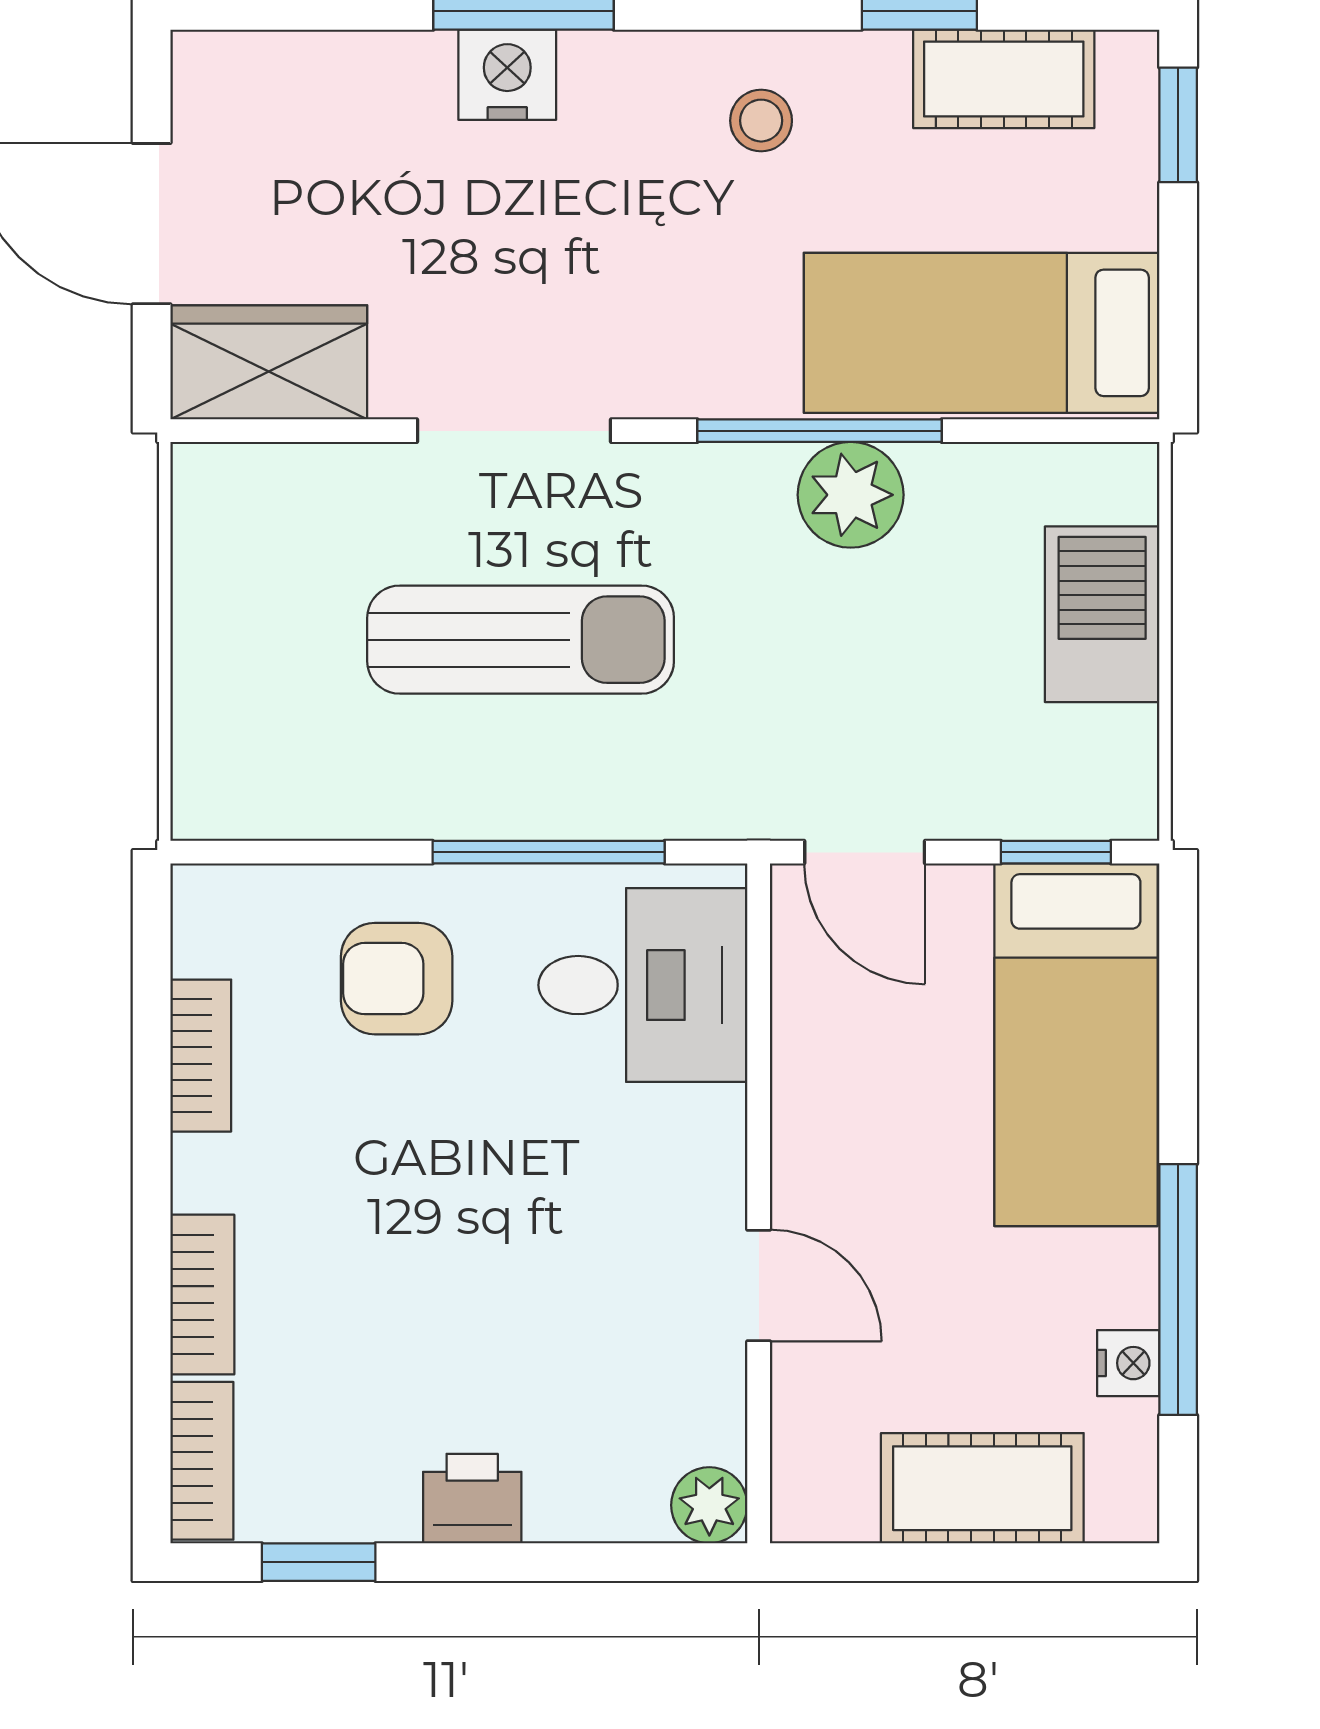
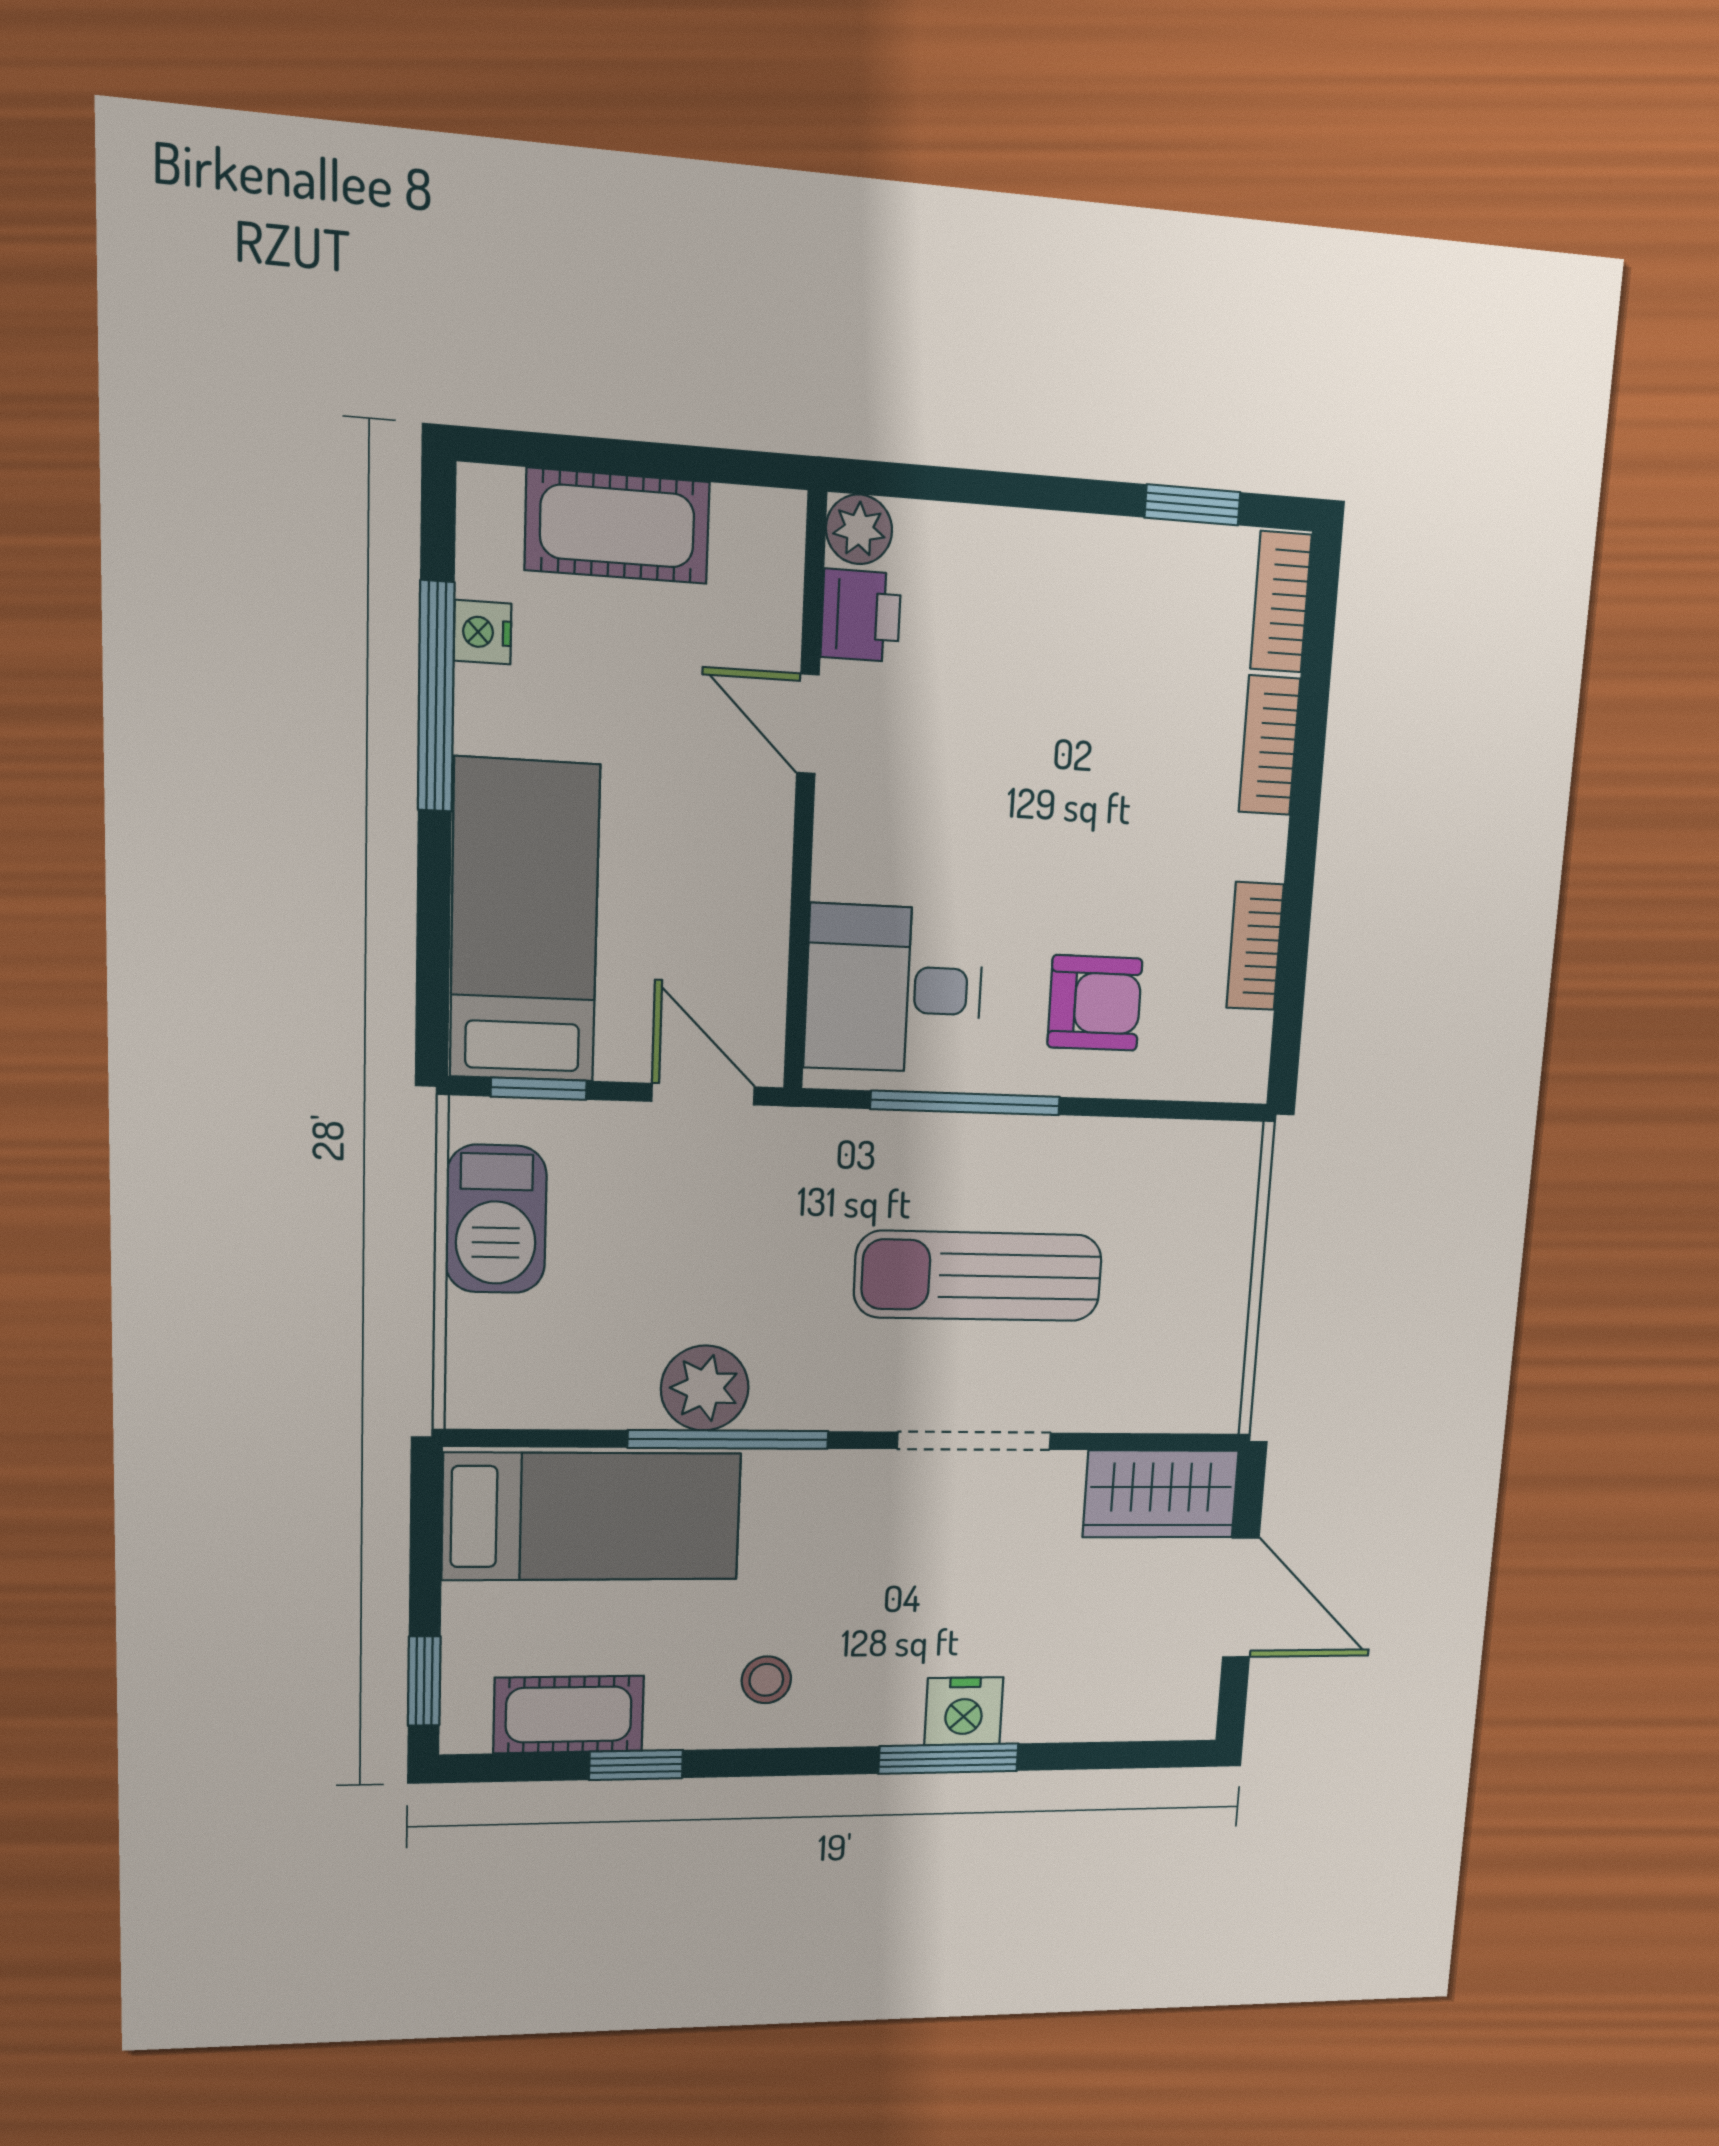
barbecue: (1102, 614) -> (496, 1219), moved
printer: (472, 1499) -> (861, 616), moved, turned -90

